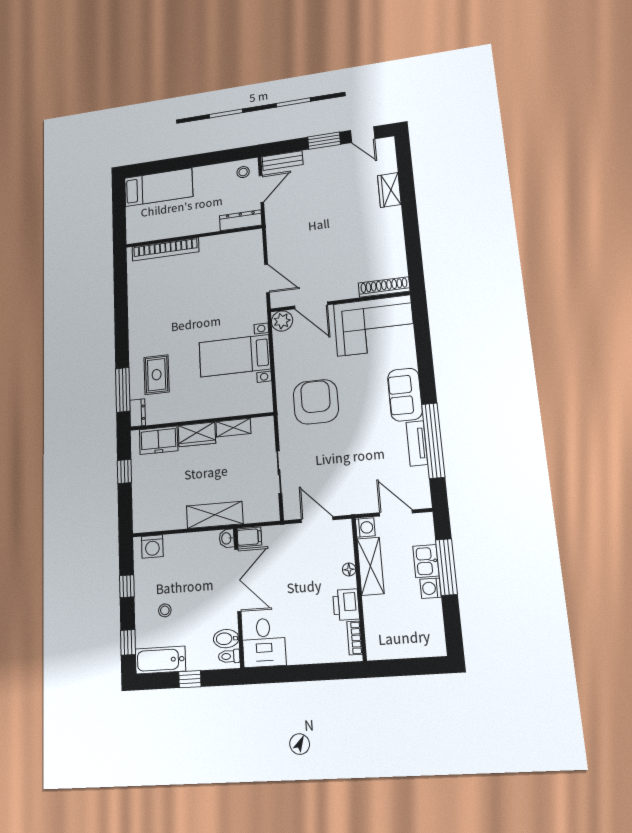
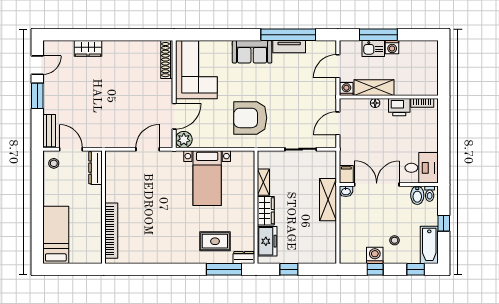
washing machine: (152, 546) -> (375, 255), moved, turned -90

